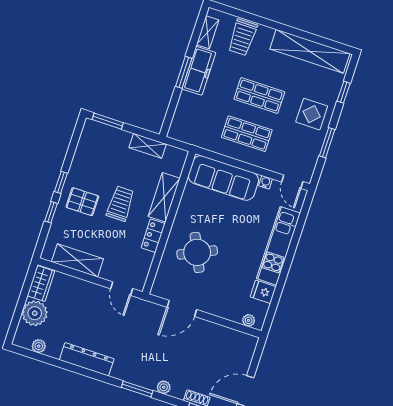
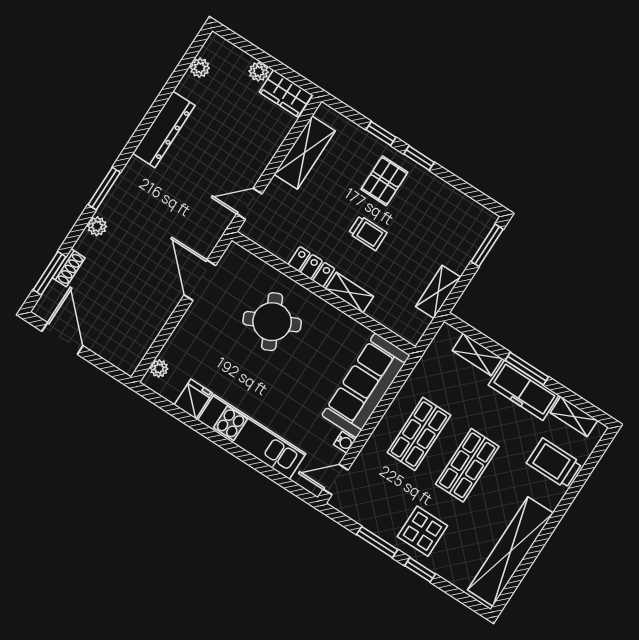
window: (344, 92) -> (420, 570), moved
shelving: (183, 108) -> (477, 355), added
shelving: (164, 197) -> (349, 293), width x0.67, depth x0.75
trolley: (120, 204) -> (368, 233), width x0.73, depth x0.72
plant: (35, 313) -> (259, 72), width x0.53, depth x0.53

